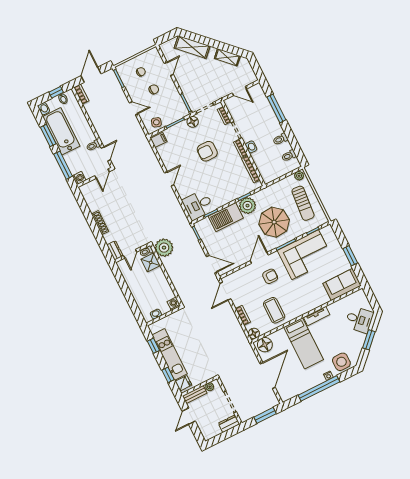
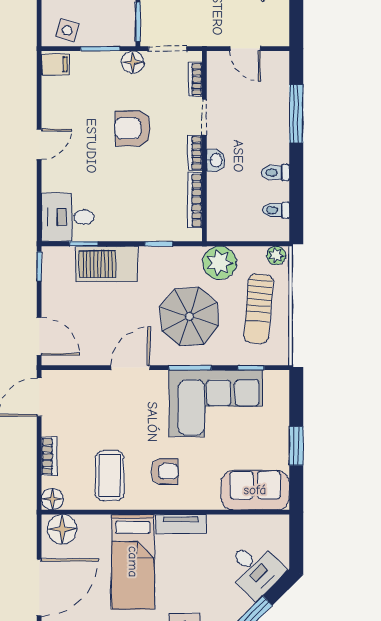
plant: (247, 206) -> (219, 263), moved
armchair: (270, 276) -> (165, 471), moved

